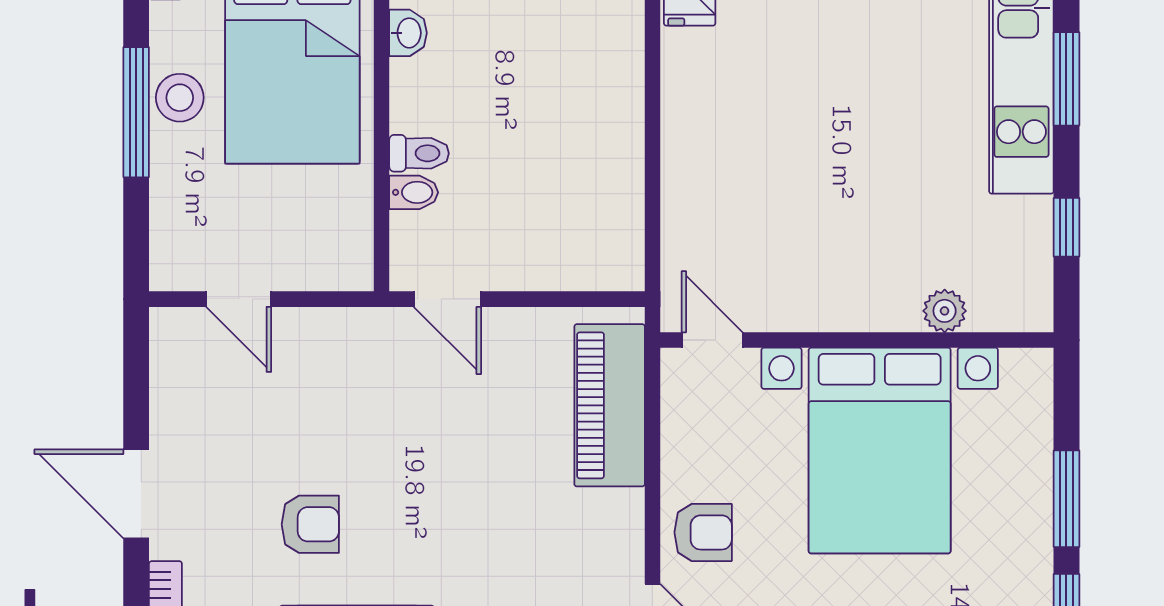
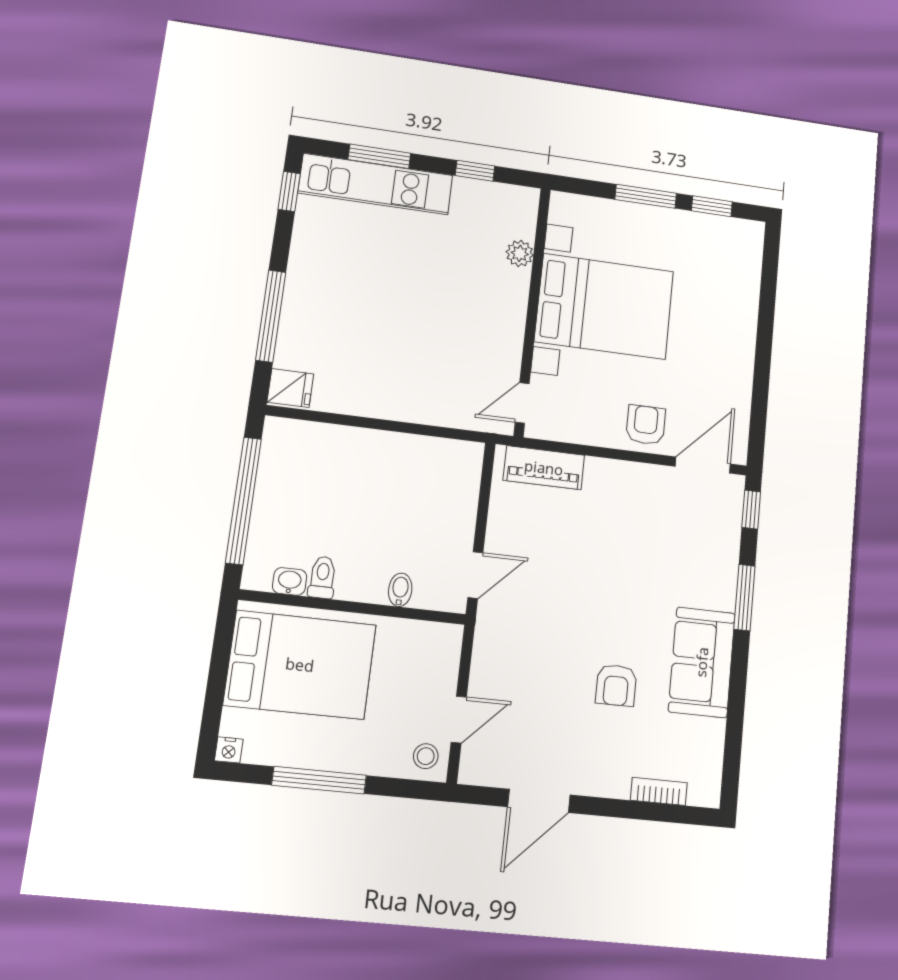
stool: (180, 98) -> (426, 756), moved, width x0.73, depth x0.73
toilet: (419, 153) -> (322, 577), moved
piano: (610, 405) -> (544, 468), width x0.73, depth x0.75
door: (136, 494) -> (539, 801), moved
armchair: (310, 524) -> (616, 685), turned 180

